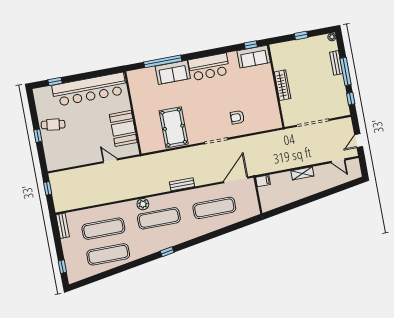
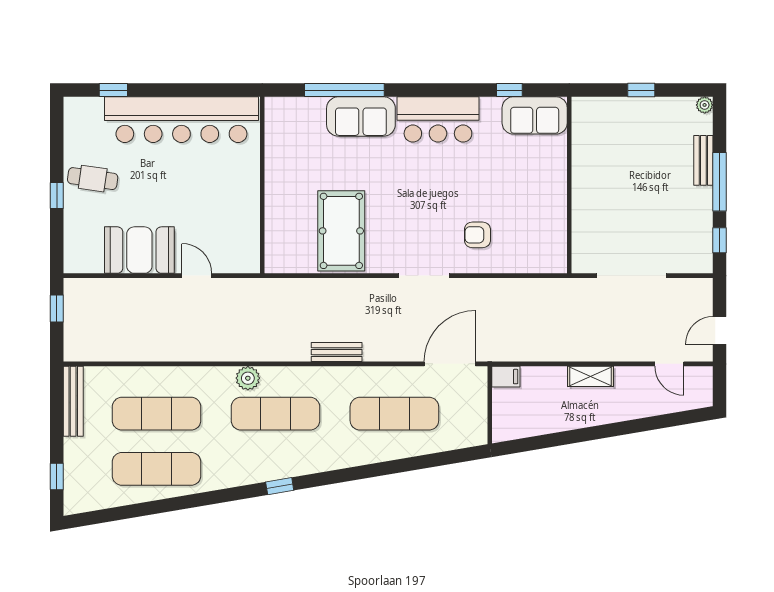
window: (251, 45) -> (509, 90), moved
wardrobe: (283, 85) -> (583, 186), removed
booth: (123, 128) -> (139, 250), moved, turned 90
bench: (63, 226) -> (73, 401), width x1.36

